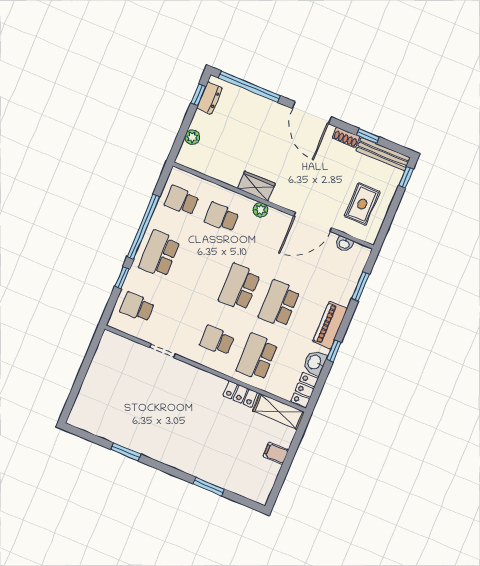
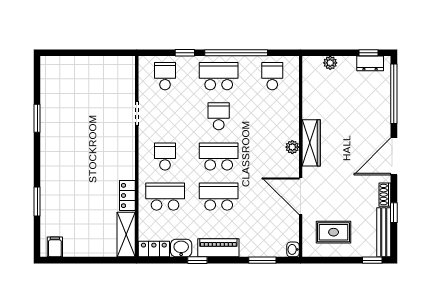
wardrobe: (256, 186) -> (311, 143), width x1.50
school desk: (221, 217) -> (219, 116), moved
washbasin: (344, 244) -> (293, 249), moved
filing cabinet: (276, 453) -> (55, 247), moved

